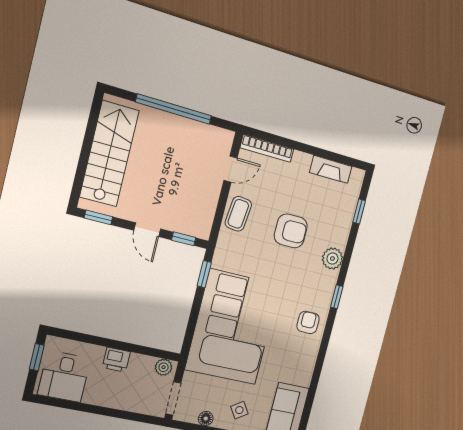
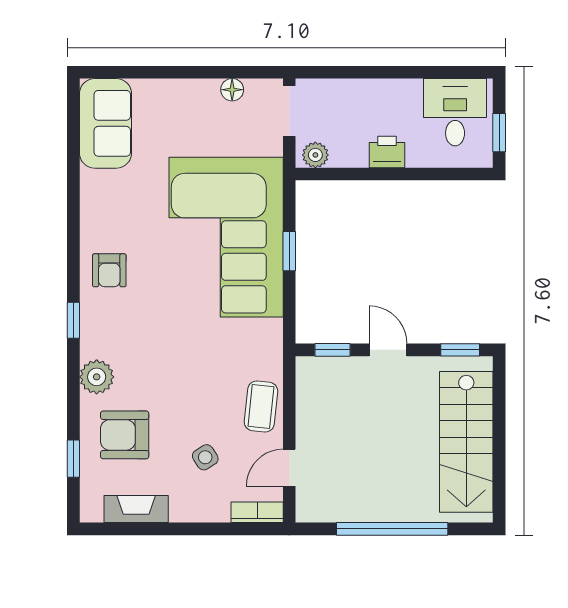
bookcase: (267, 148) -> (257, 512), width x0.64
armchair: (291, 231) -> (125, 435), moved
window: (204, 274) -> (289, 251), moved
side table: (239, 410) -> (205, 457), moved

